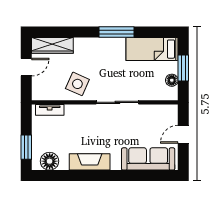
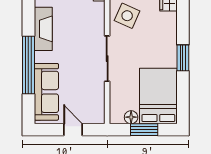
window: (117, 32) -> (183, 58), width x0.69
bed: (152, 49) -> (158, 96), width x1.50
window: (123, 176) -> (28, 65), added

